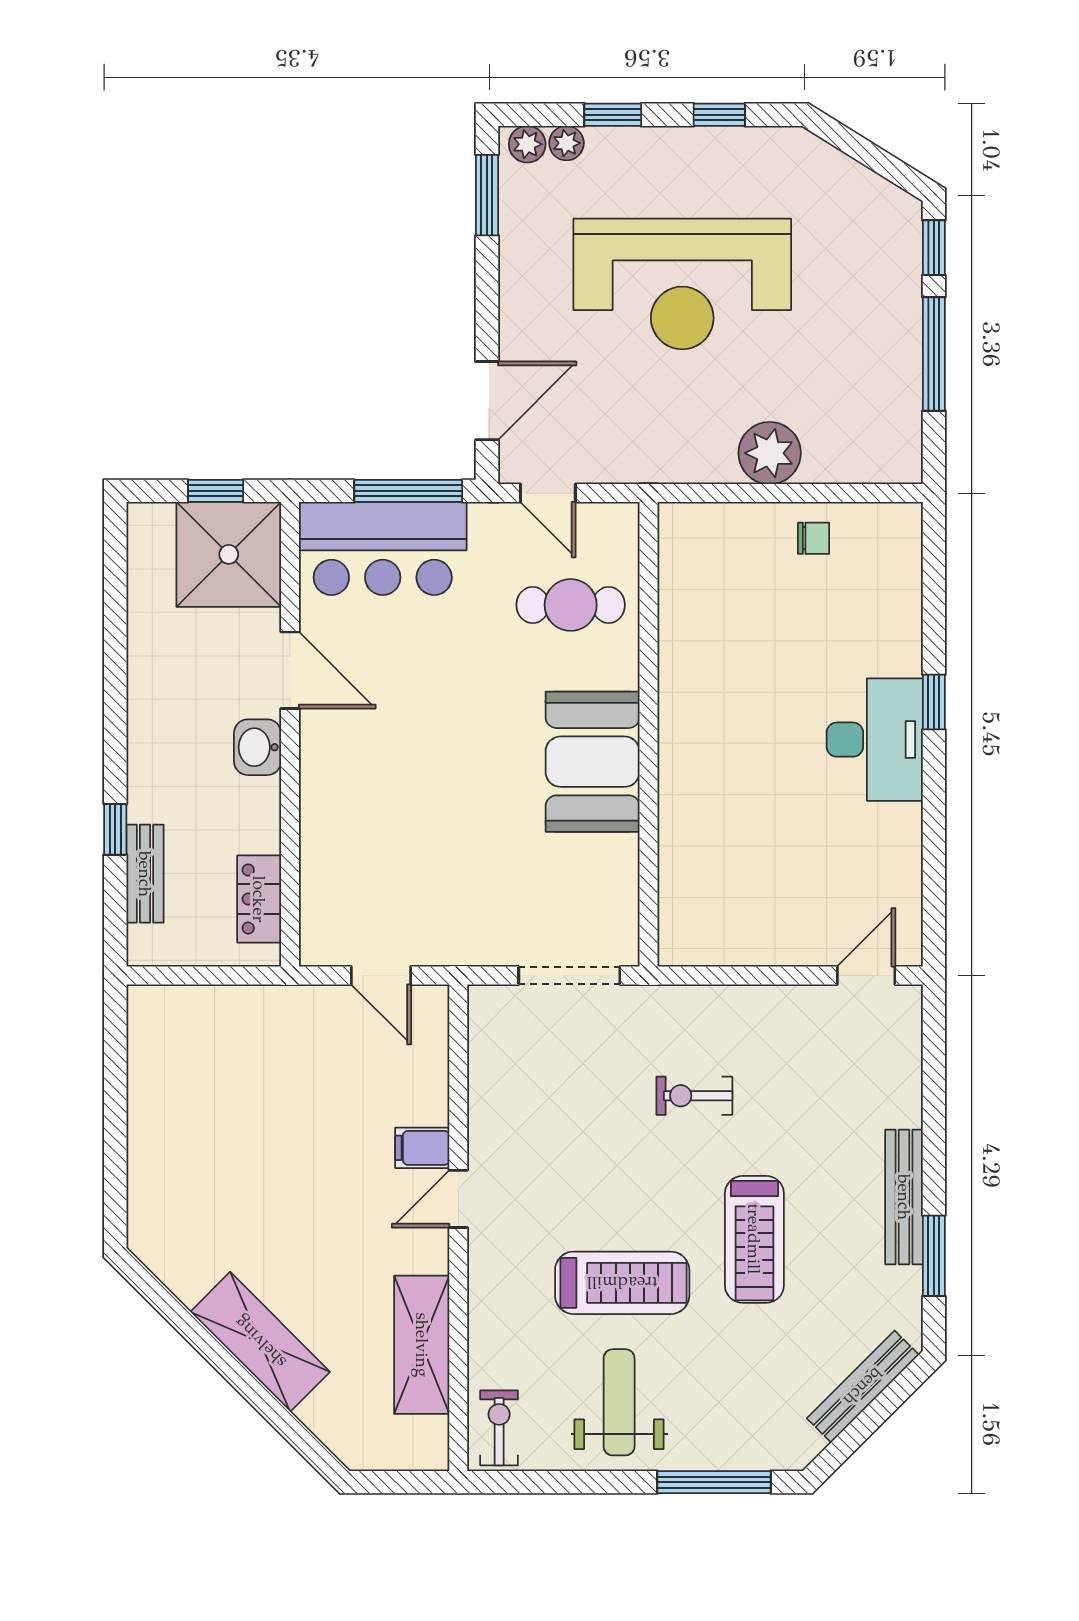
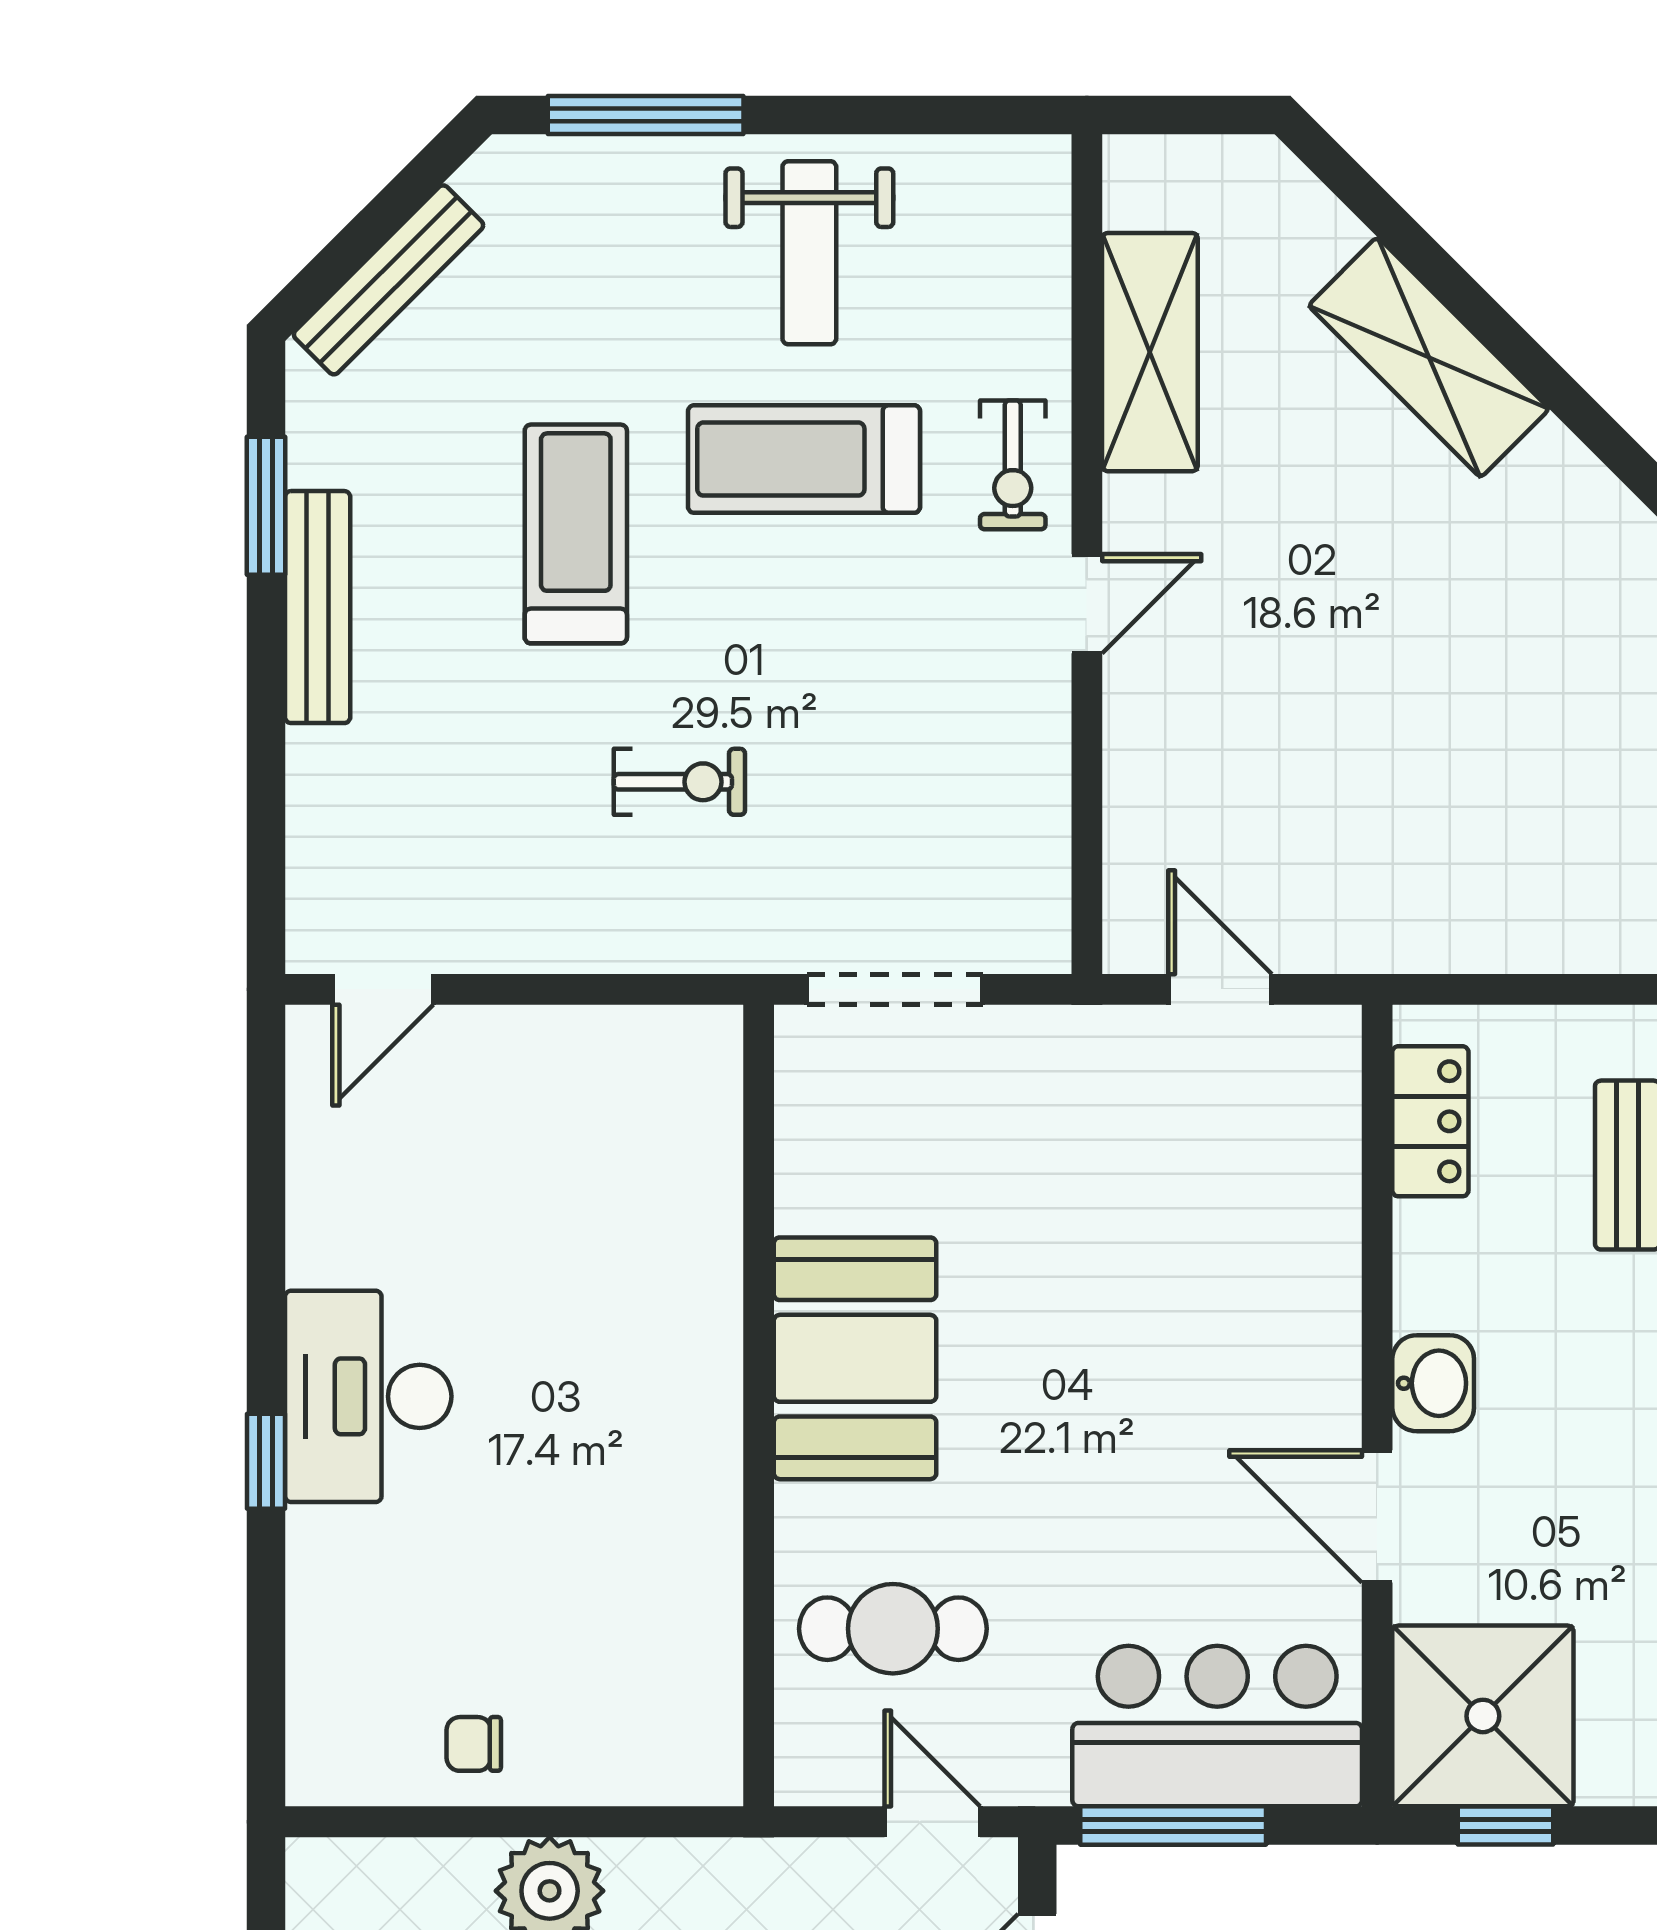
filing cabinet: (422, 1148) -> (1149, 692), removed
exercise bike: (499, 1428) -> (1013, 465), moved

